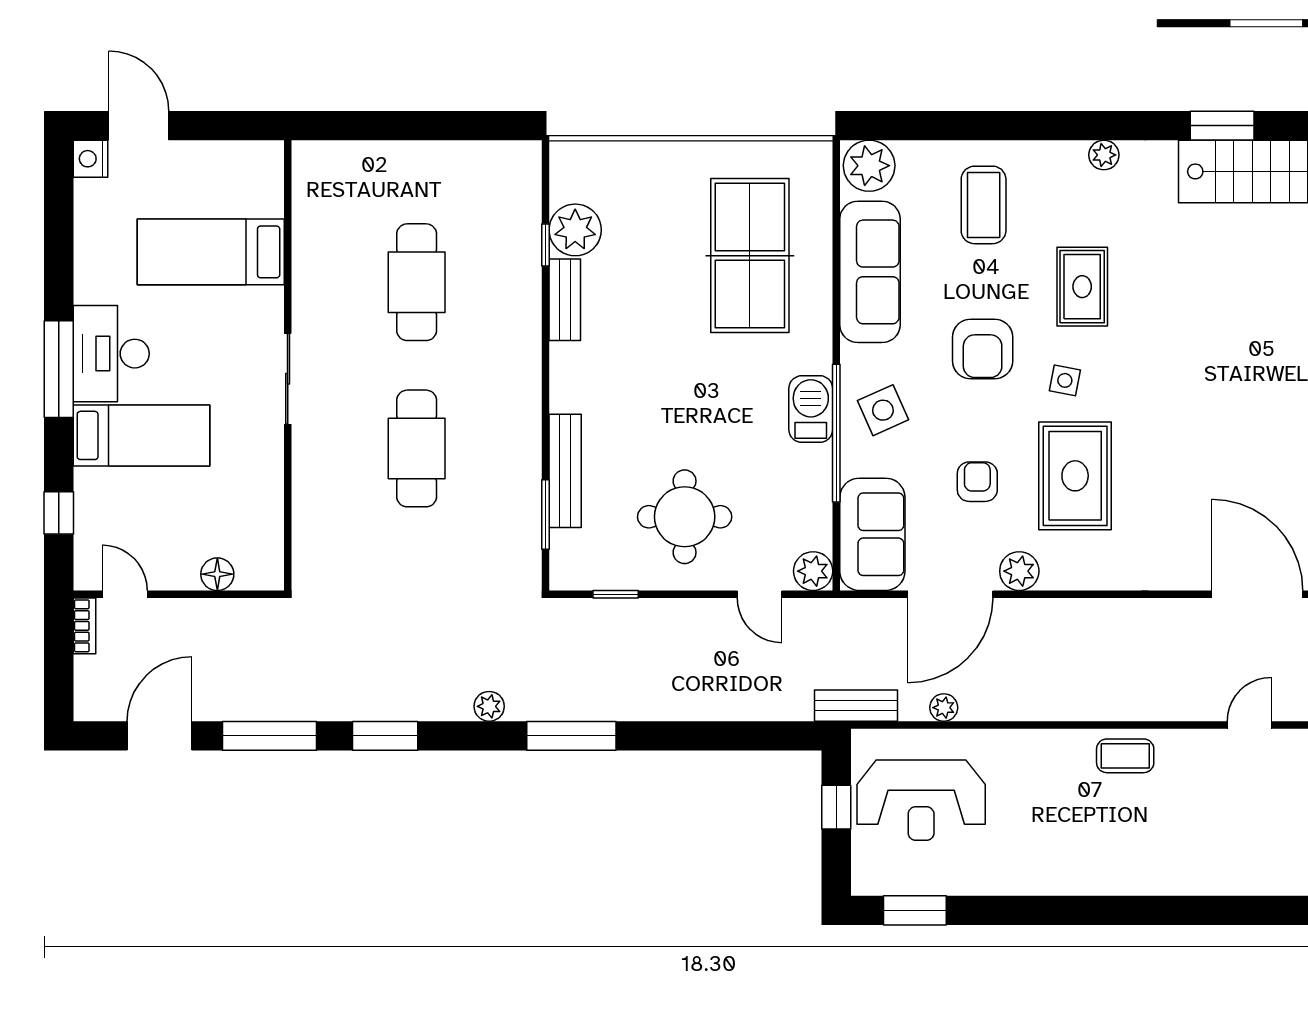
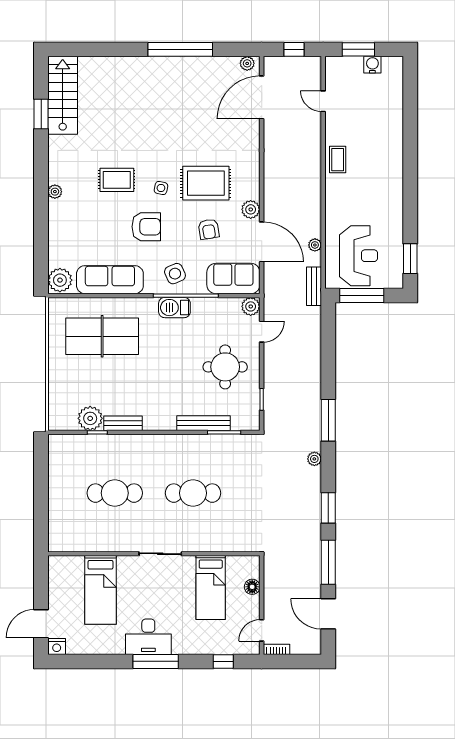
plant: (1104, 155) -> (55, 192), moved
coffee table: (984, 205) -> (78, 226), removed
bed: (141, 435) -> (211, 588), moved, turned 180
armchair: (977, 482) -> (209, 229), turned -99
window: (836, 807) -> (362, 296), width x2.17

